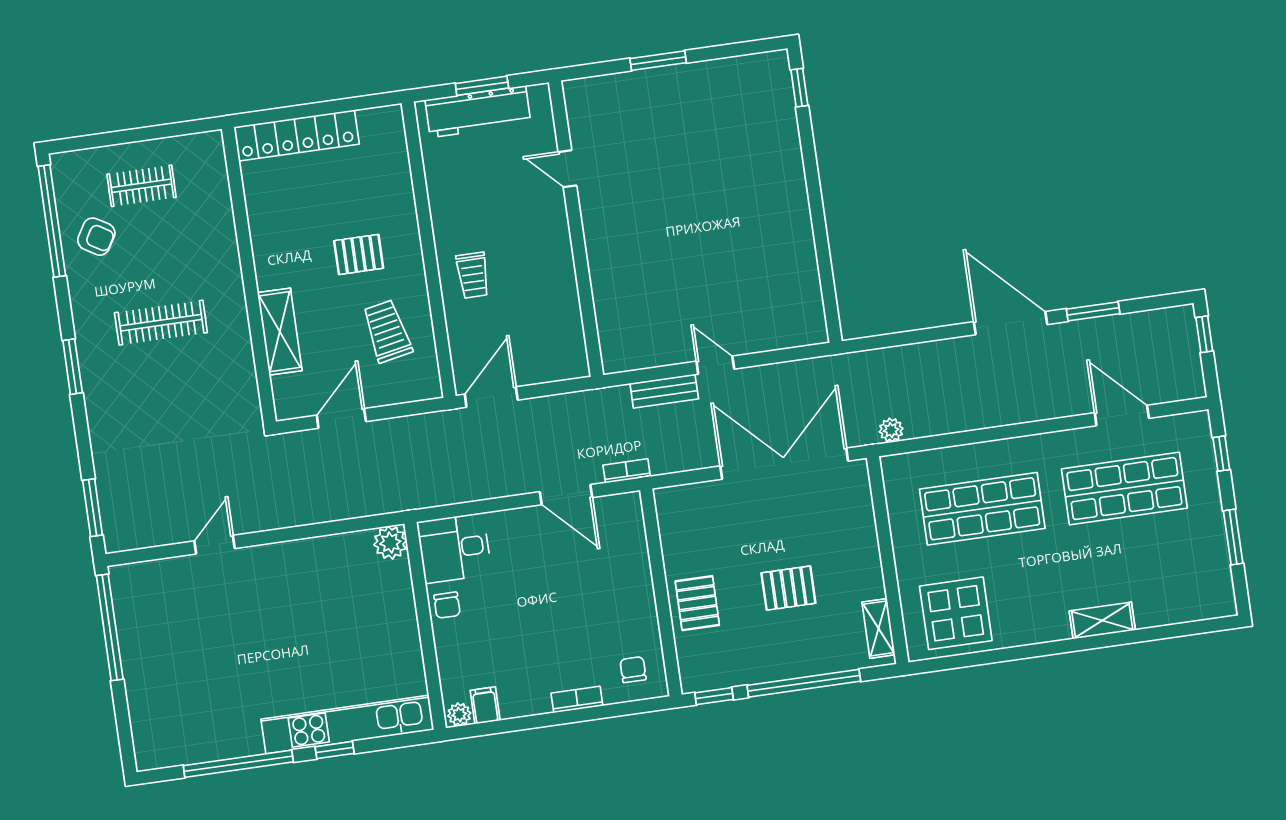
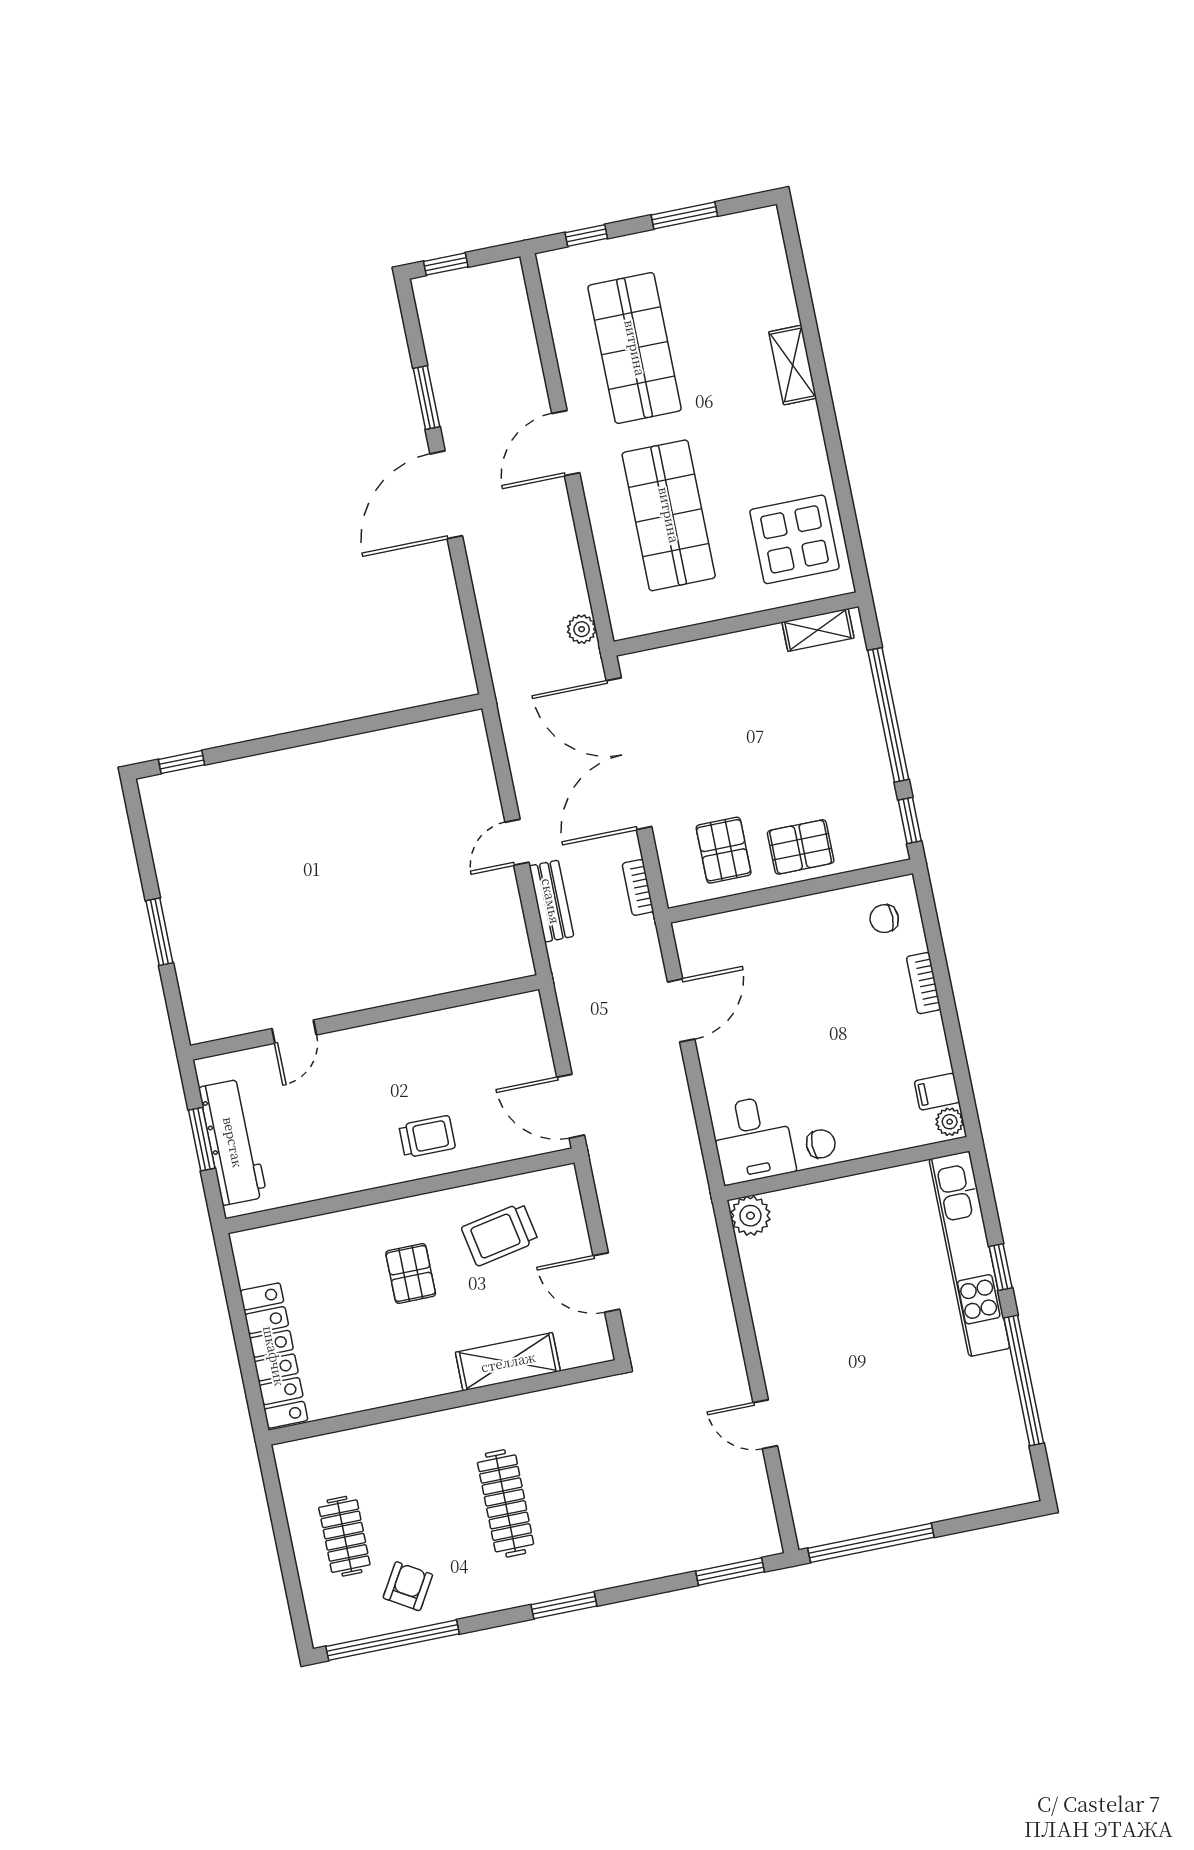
door: (1122, 416) -> (566, 443), moved
bookcase: (627, 471) -> (638, 887), moved
pallet: (788, 588) -> (724, 850), moved

